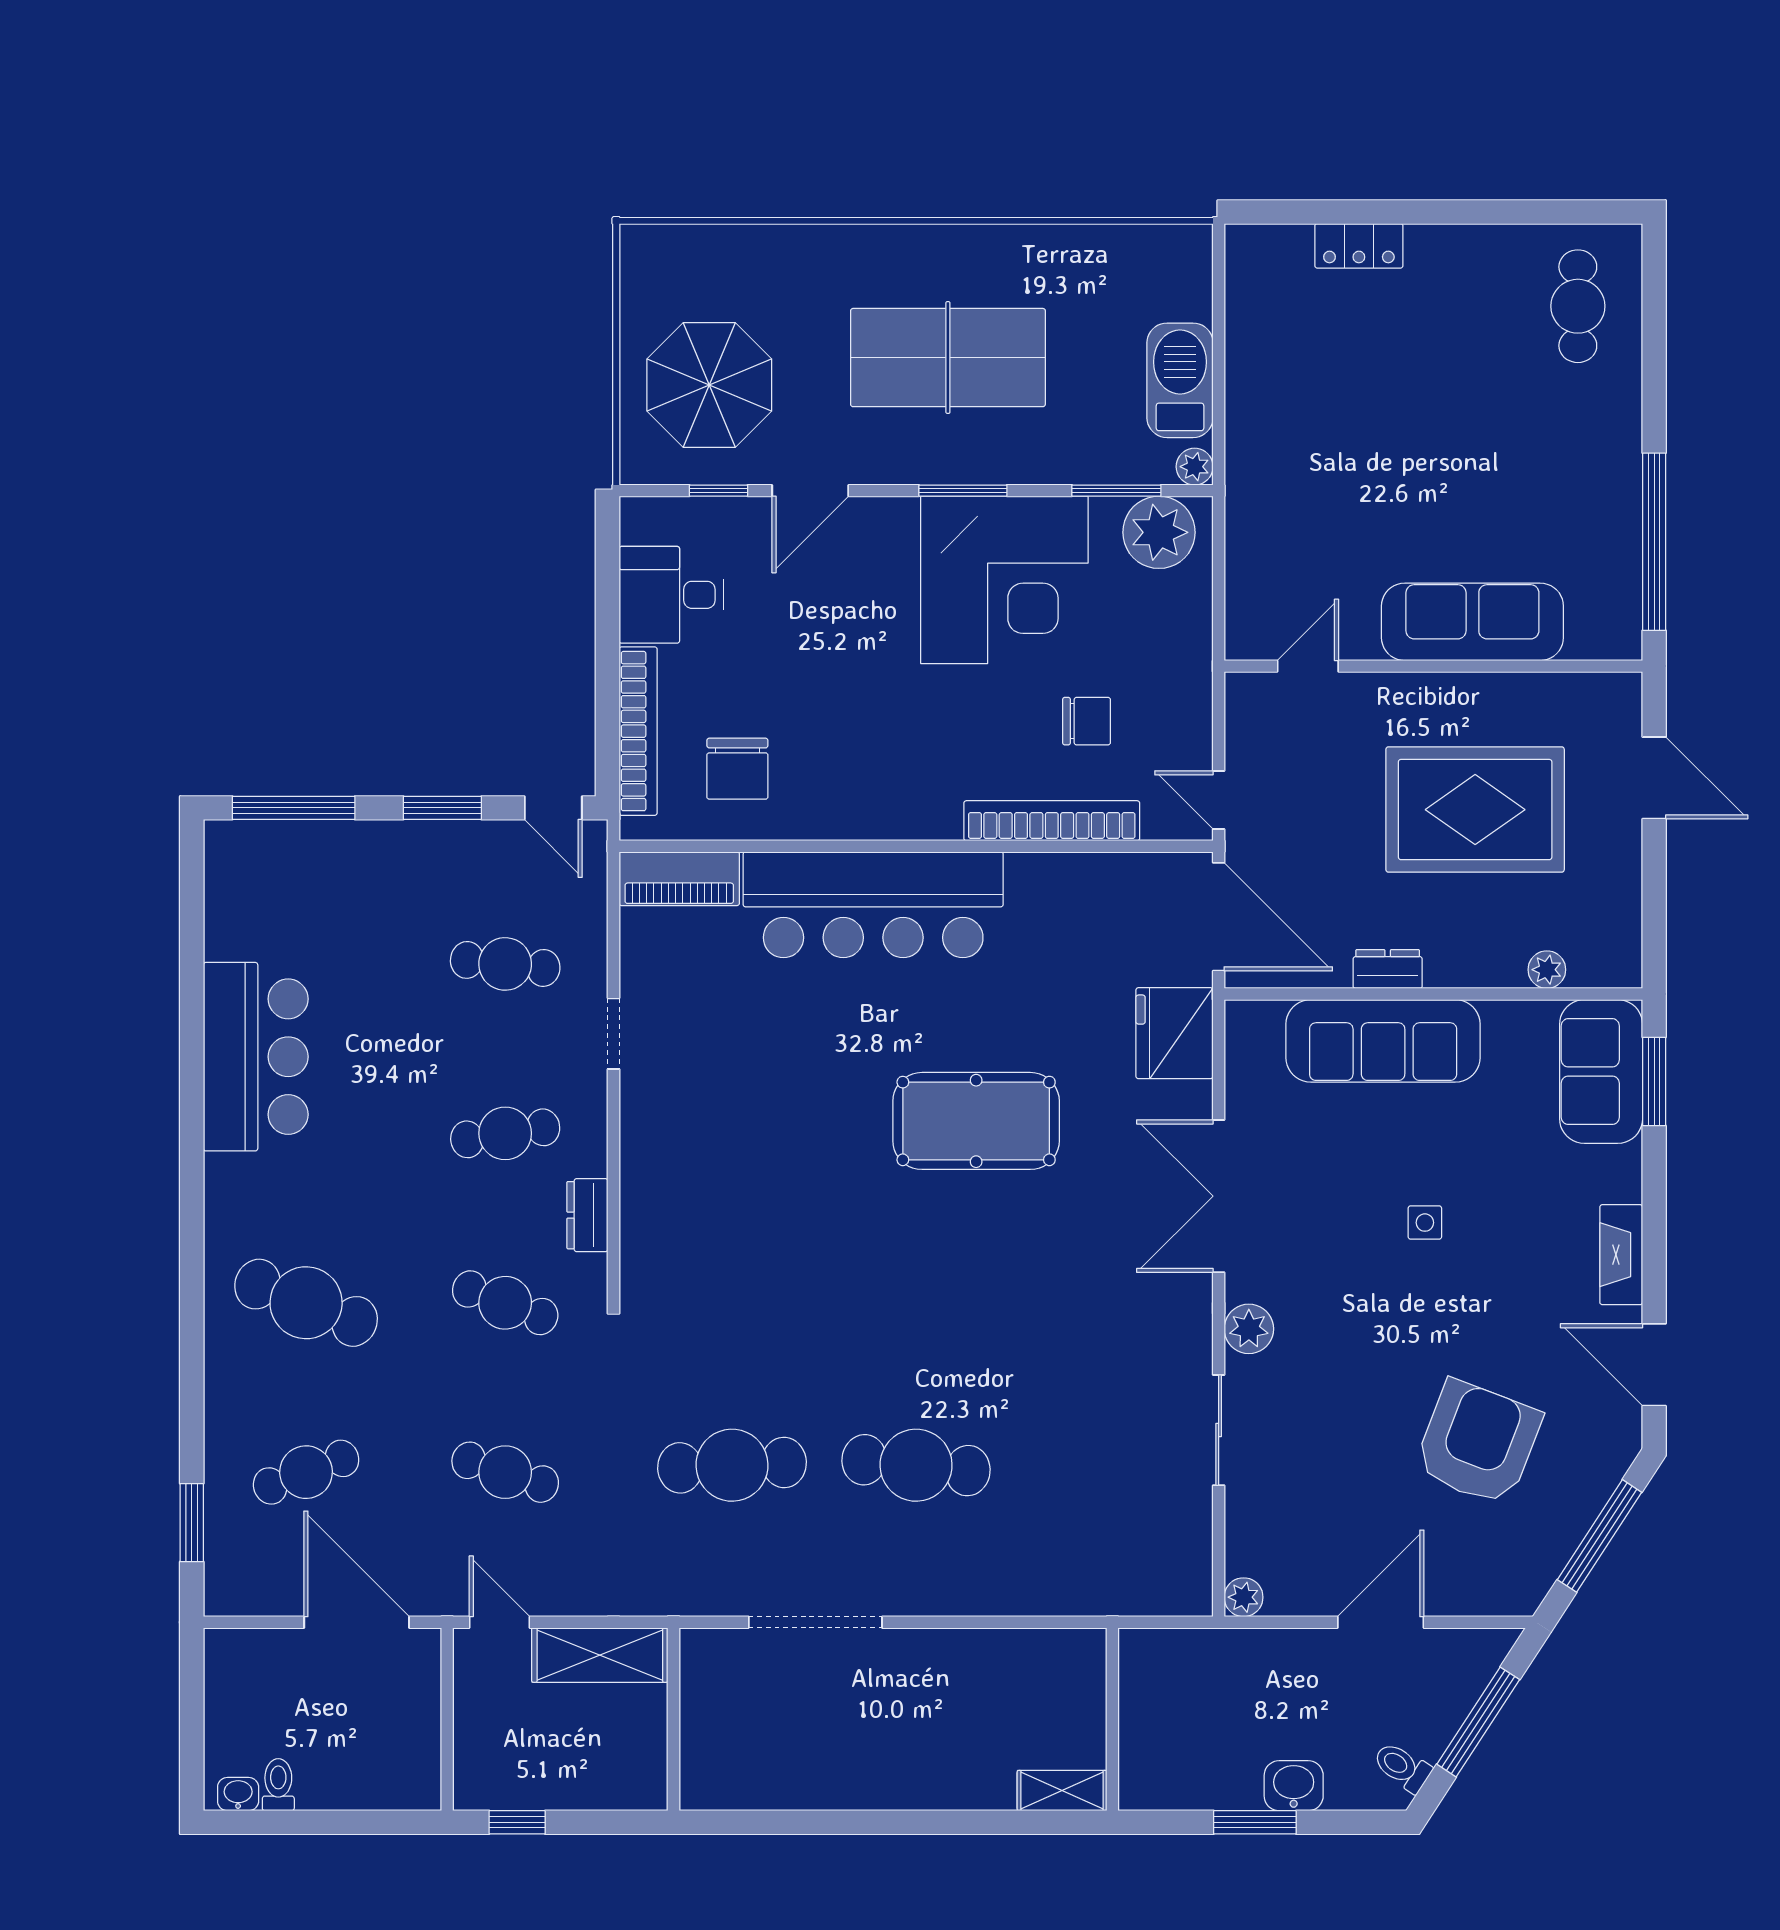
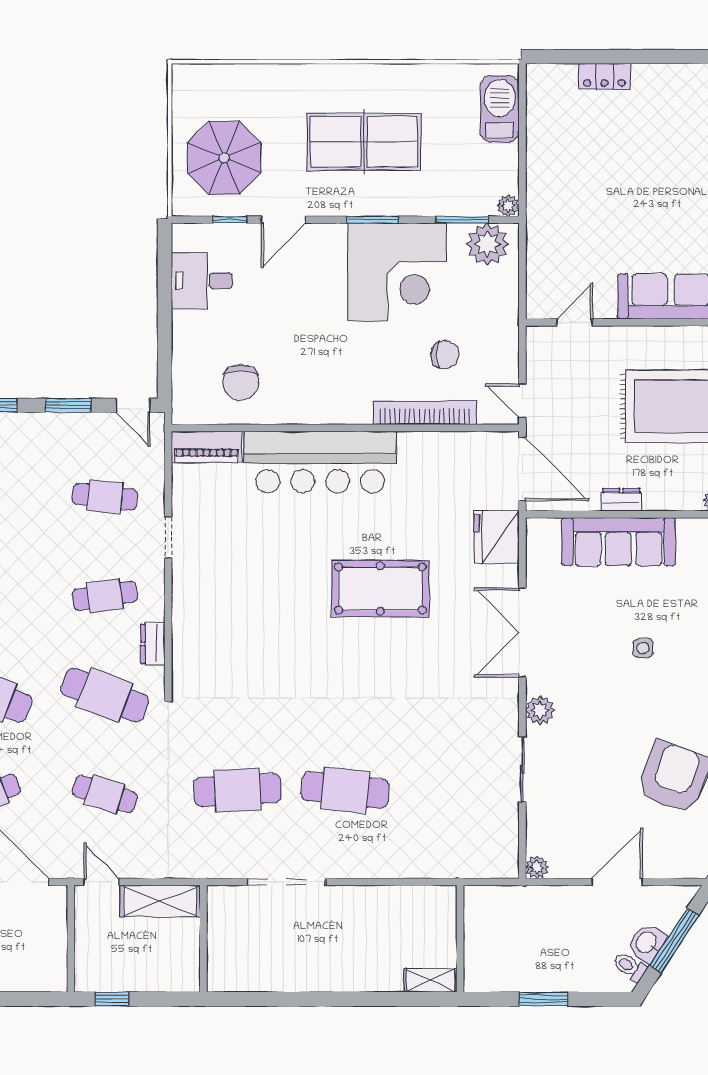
barbecue: (1180, 380) -> (500, 109), moved
bookcase: (638, 731) -> (183, 360), removed
cafe table: (505, 1303) -> (105, 695), width x1.37, depth x1.35
washbasin: (1294, 1786) -> (647, 943), moved, turned -57

